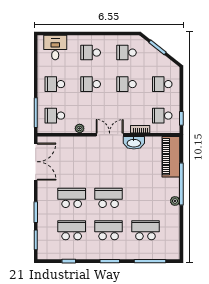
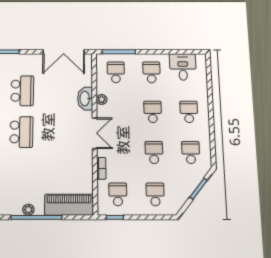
desk: (55, 48) -> (183, 67), moved, turned -90
washbasin: (134, 143) -> (85, 99), moved
plant: (175, 201) -> (28, 210), moved

